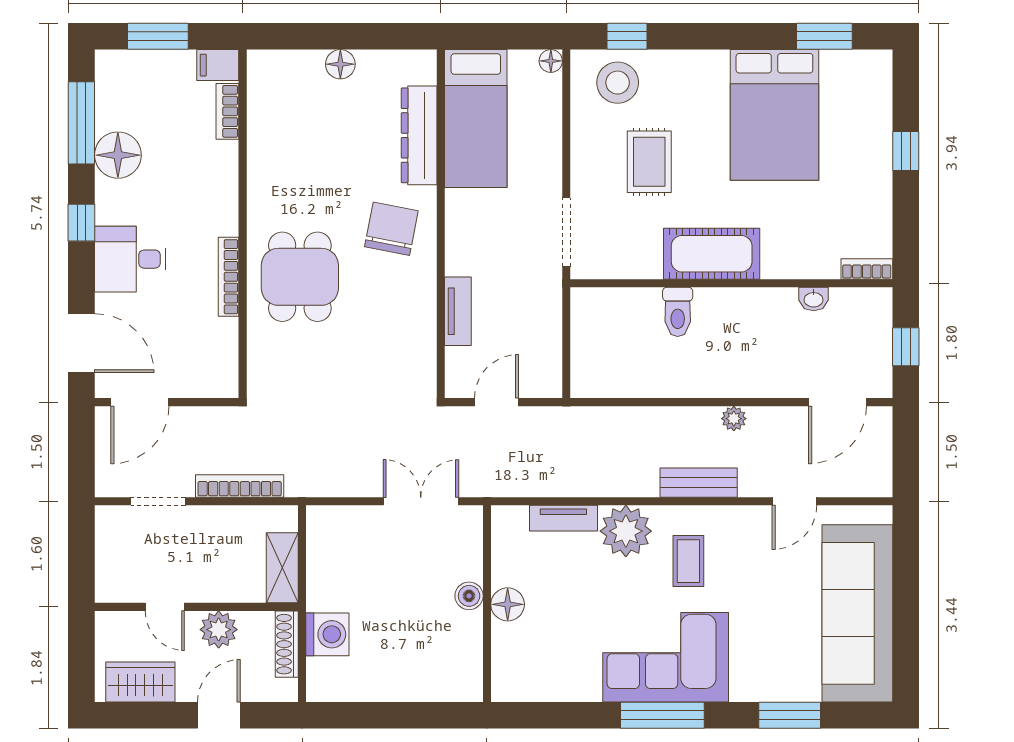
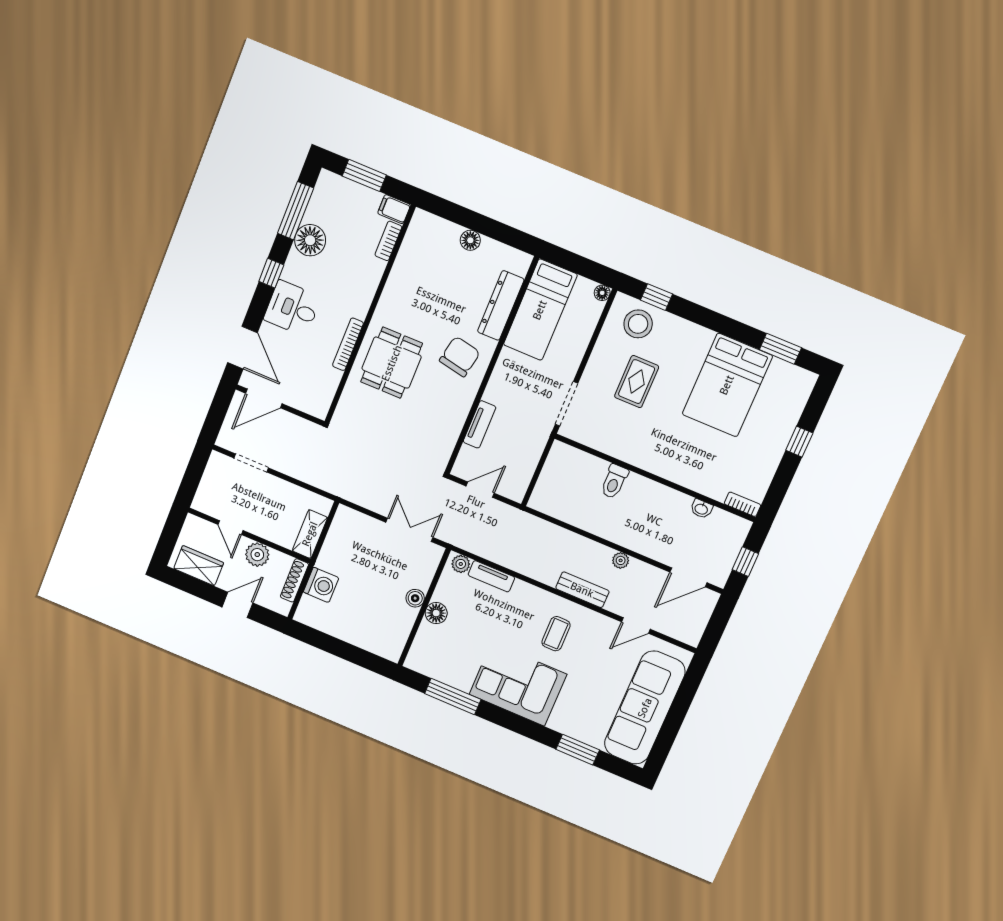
cot: (712, 254) -> (651, 455), removed
bookcase: (240, 486) -> (304, 474), removed
plant: (626, 531) -> (461, 564), moved, width x0.53, depth x0.53
window: (662, 715) -> (453, 696), moved

